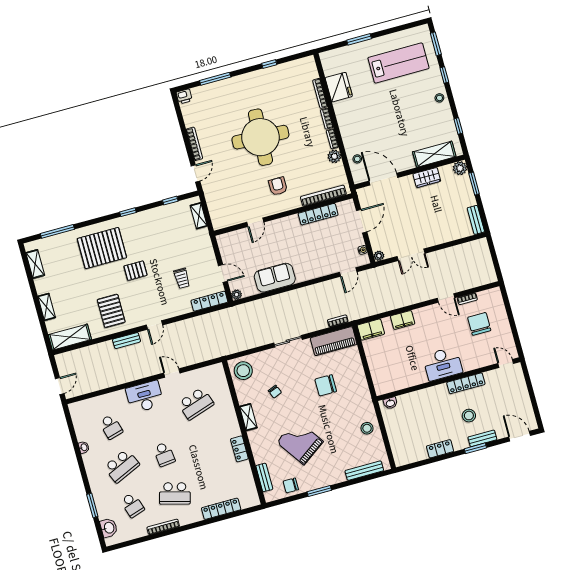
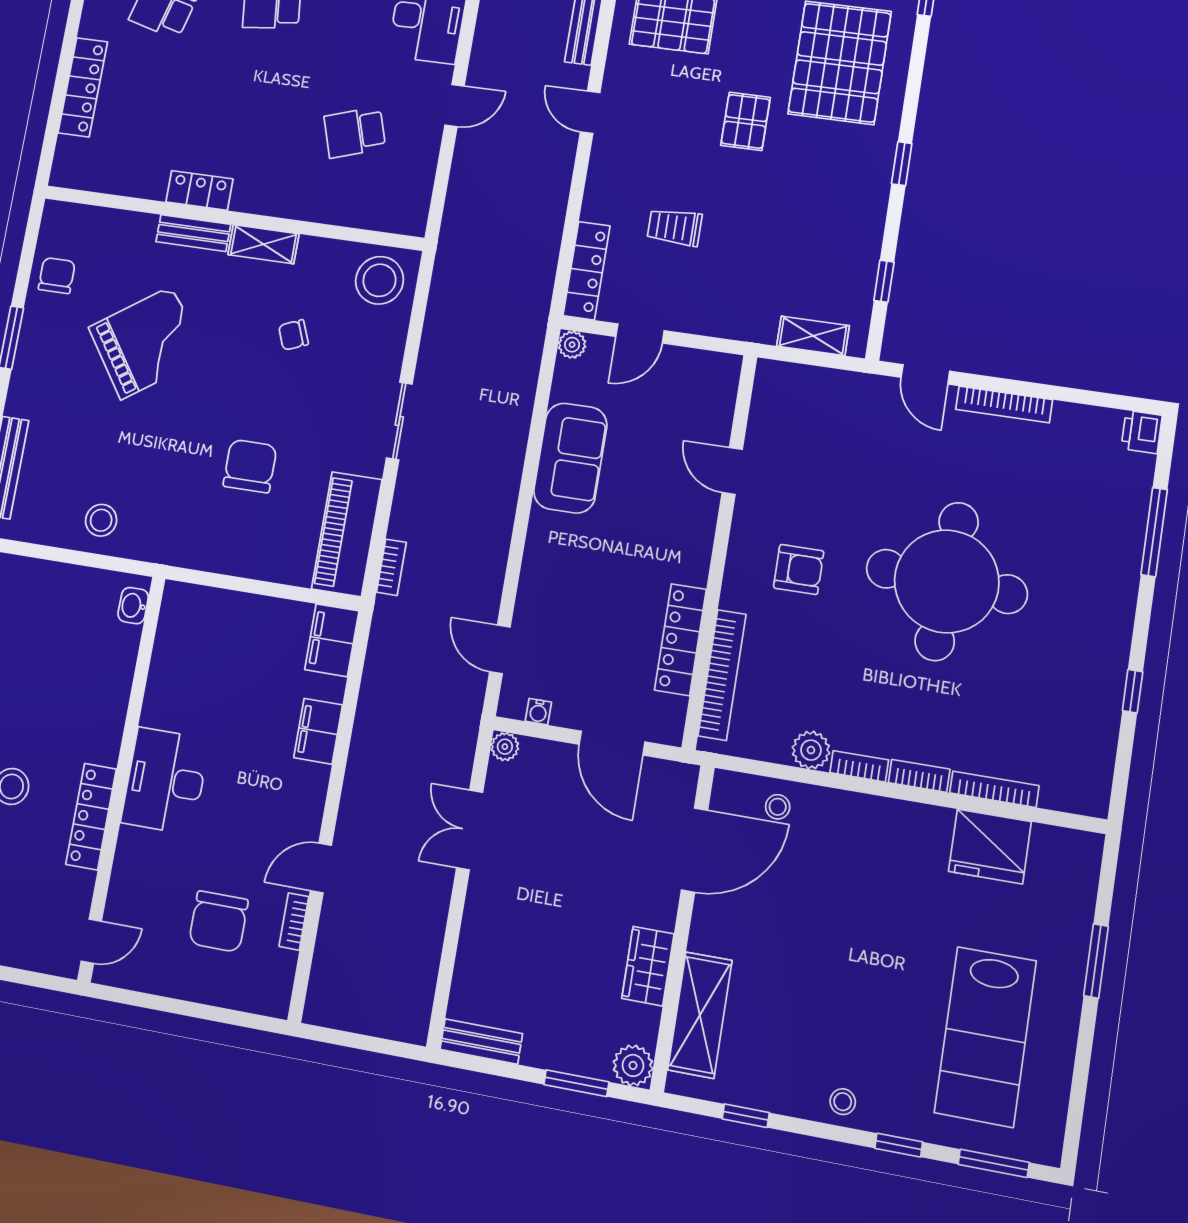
chair: (479, 324) -> (218, 921), turned 90
school desk: (196, 404) -> (355, 132), width x0.54
bench: (264, 477) -> (193, 233), moved

